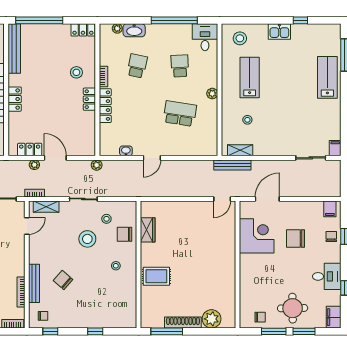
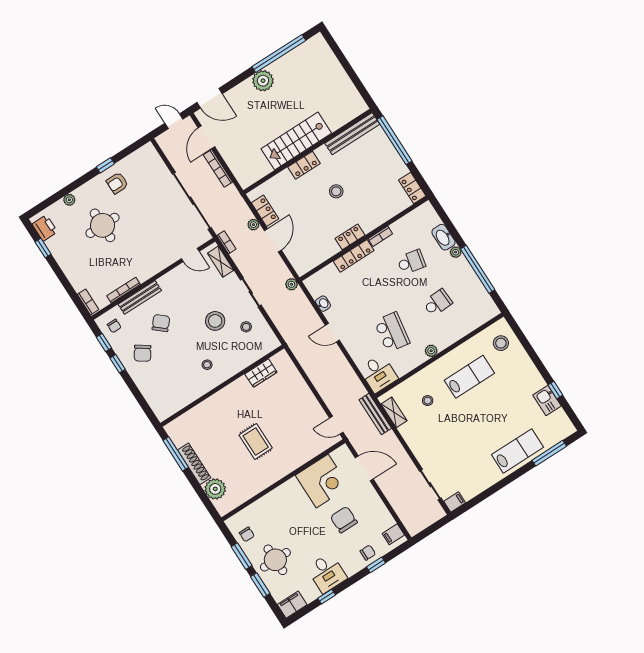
plant: (117, 28) -> (456, 252), moved
kitchen sink: (279, 31) -> (547, 400), moved
desk: (205, 37) -> (378, 374), moved, turned 90
stool: (76, 72) -> (336, 191), moved
chair: (125, 234) -> (143, 353), moved, turned -146
rug: (156, 276) -> (256, 441), moved
window: (95, 331) -> (118, 364), moved

